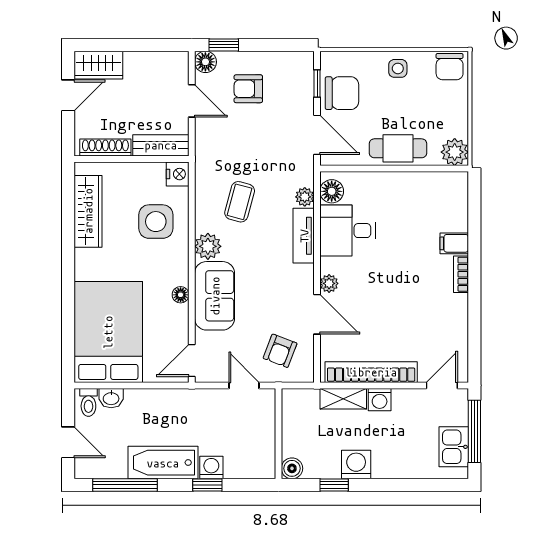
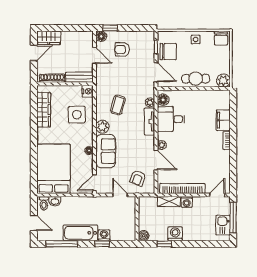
filing cabinet: (454, 243) -> (223, 120), width x2.00

